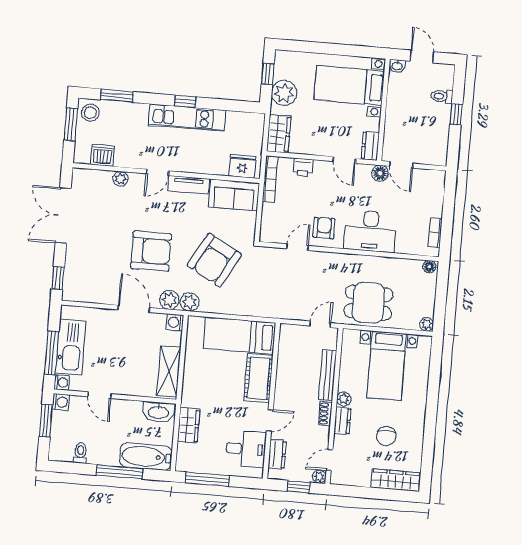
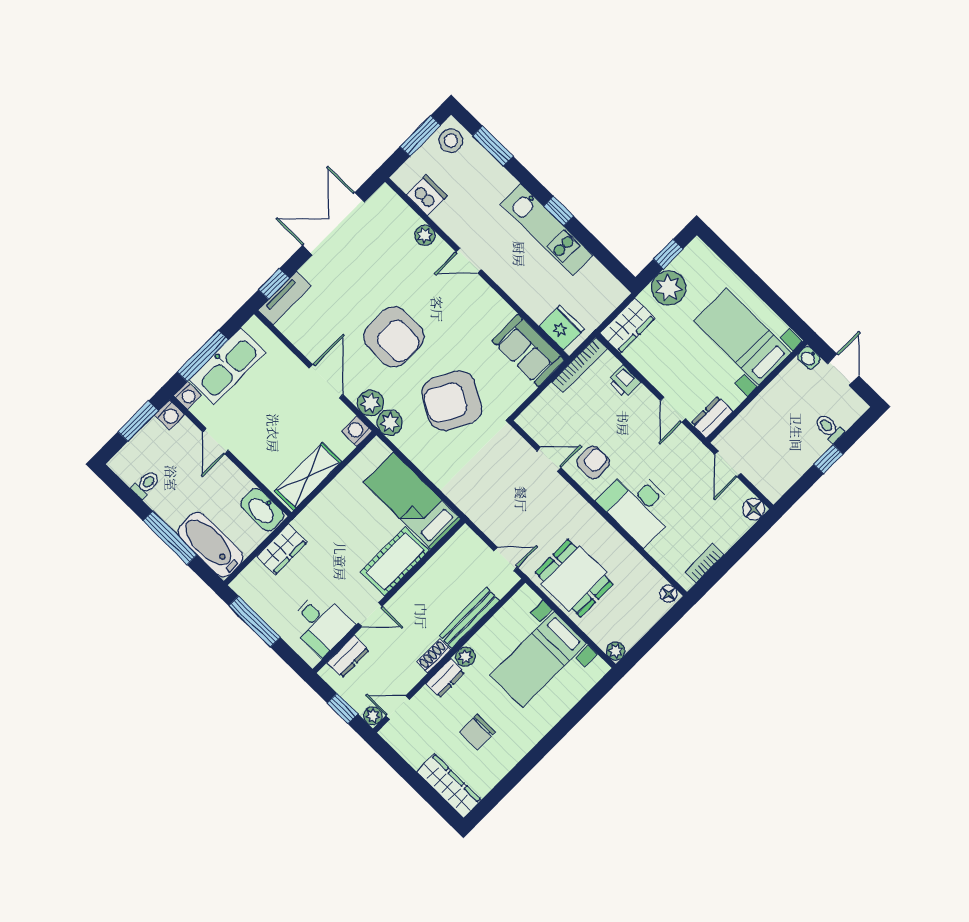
floor lamp: (380, 173) -> (754, 509), moved
tv unit: (189, 185) -> (285, 298), moved, turned -90

